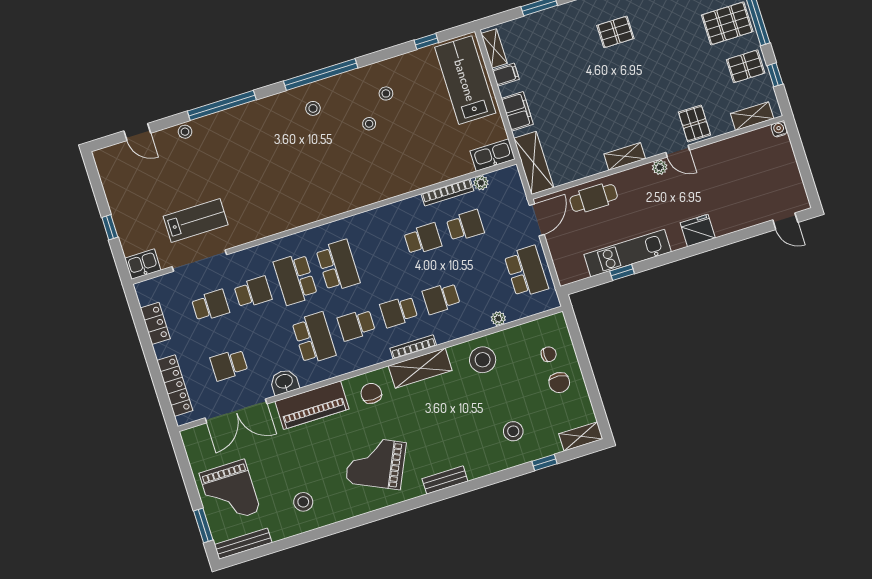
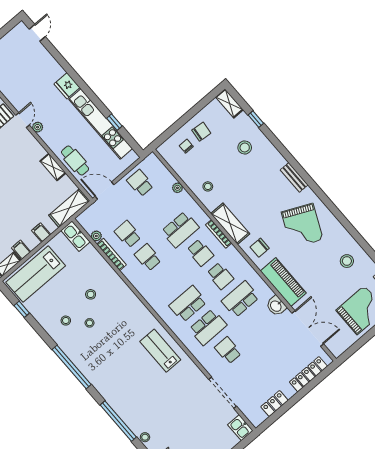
stool: (313, 108) -> (91, 294), moved
filing cabinet: (517, 111) -> (41, 233), width x0.50
shelving: (625, 156) -> (53, 167), moved
lab bench: (196, 220) -> (160, 351), moved
kitchen unit: (628, 253) -> (101, 124), width x1.36
school desk: (526, 272) -> (140, 183), width x0.54
school desk: (441, 298) -> (180, 229), width x1.85
school desk: (210, 306) -> (248, 374), removed
stool: (483, 360) -> (208, 186), width x0.53, depth x0.53
school desk: (229, 365) -> (280, 346), removed

